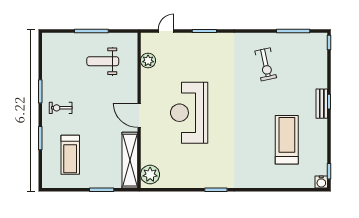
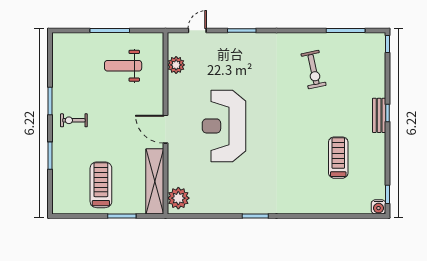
treadmill: (287, 140) -> (338, 158), width x0.73, depth x0.73
treadmill: (70, 155) -> (101, 185), moved, turned 180

